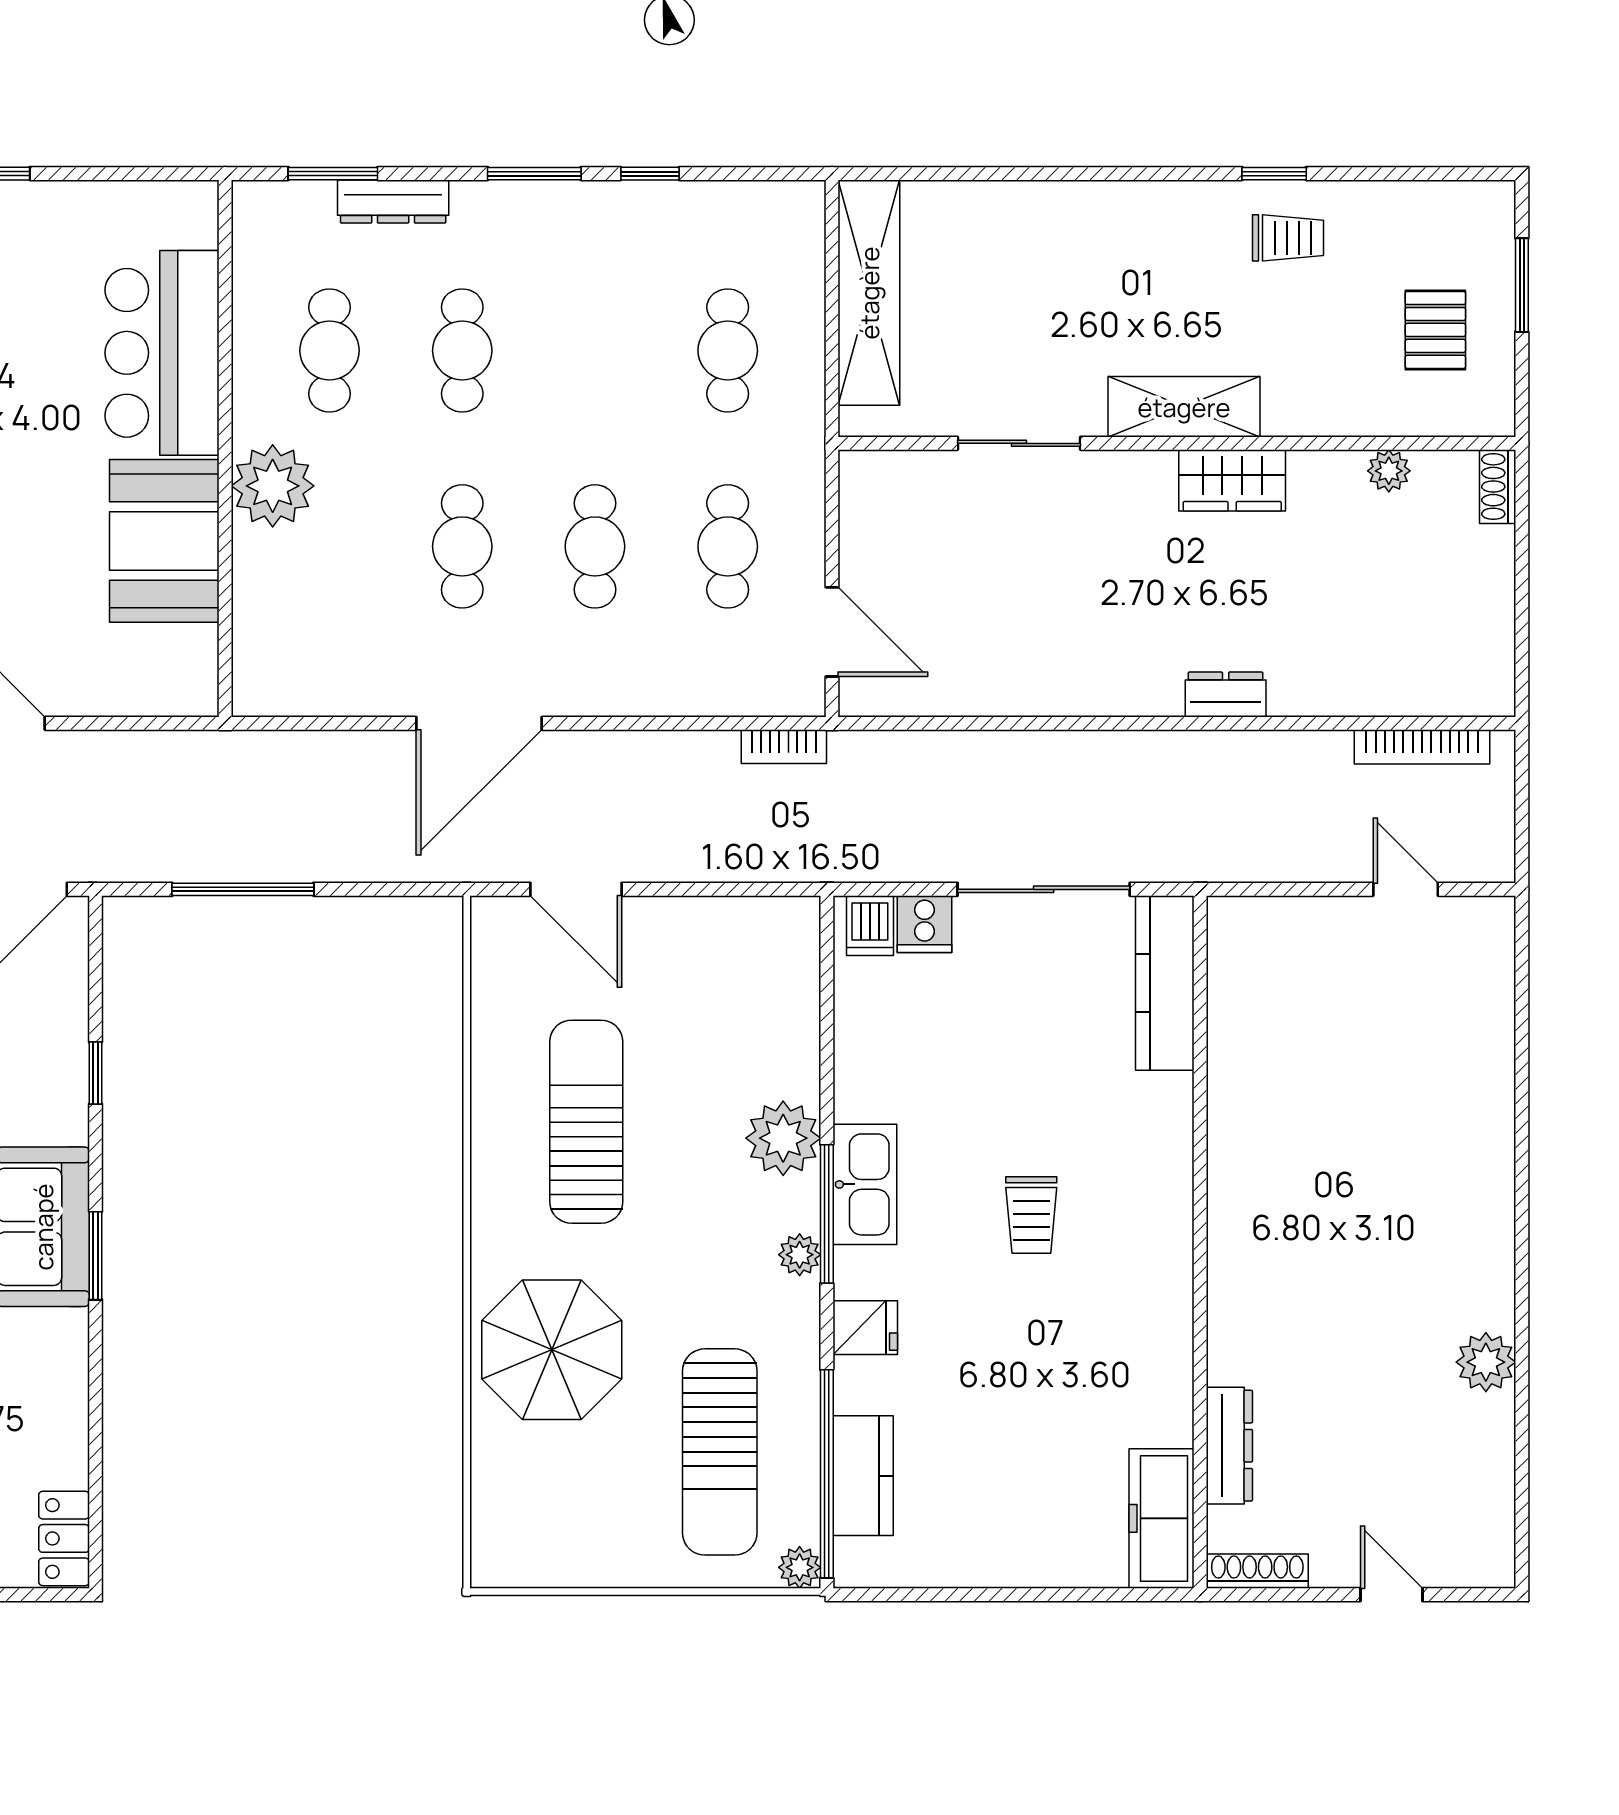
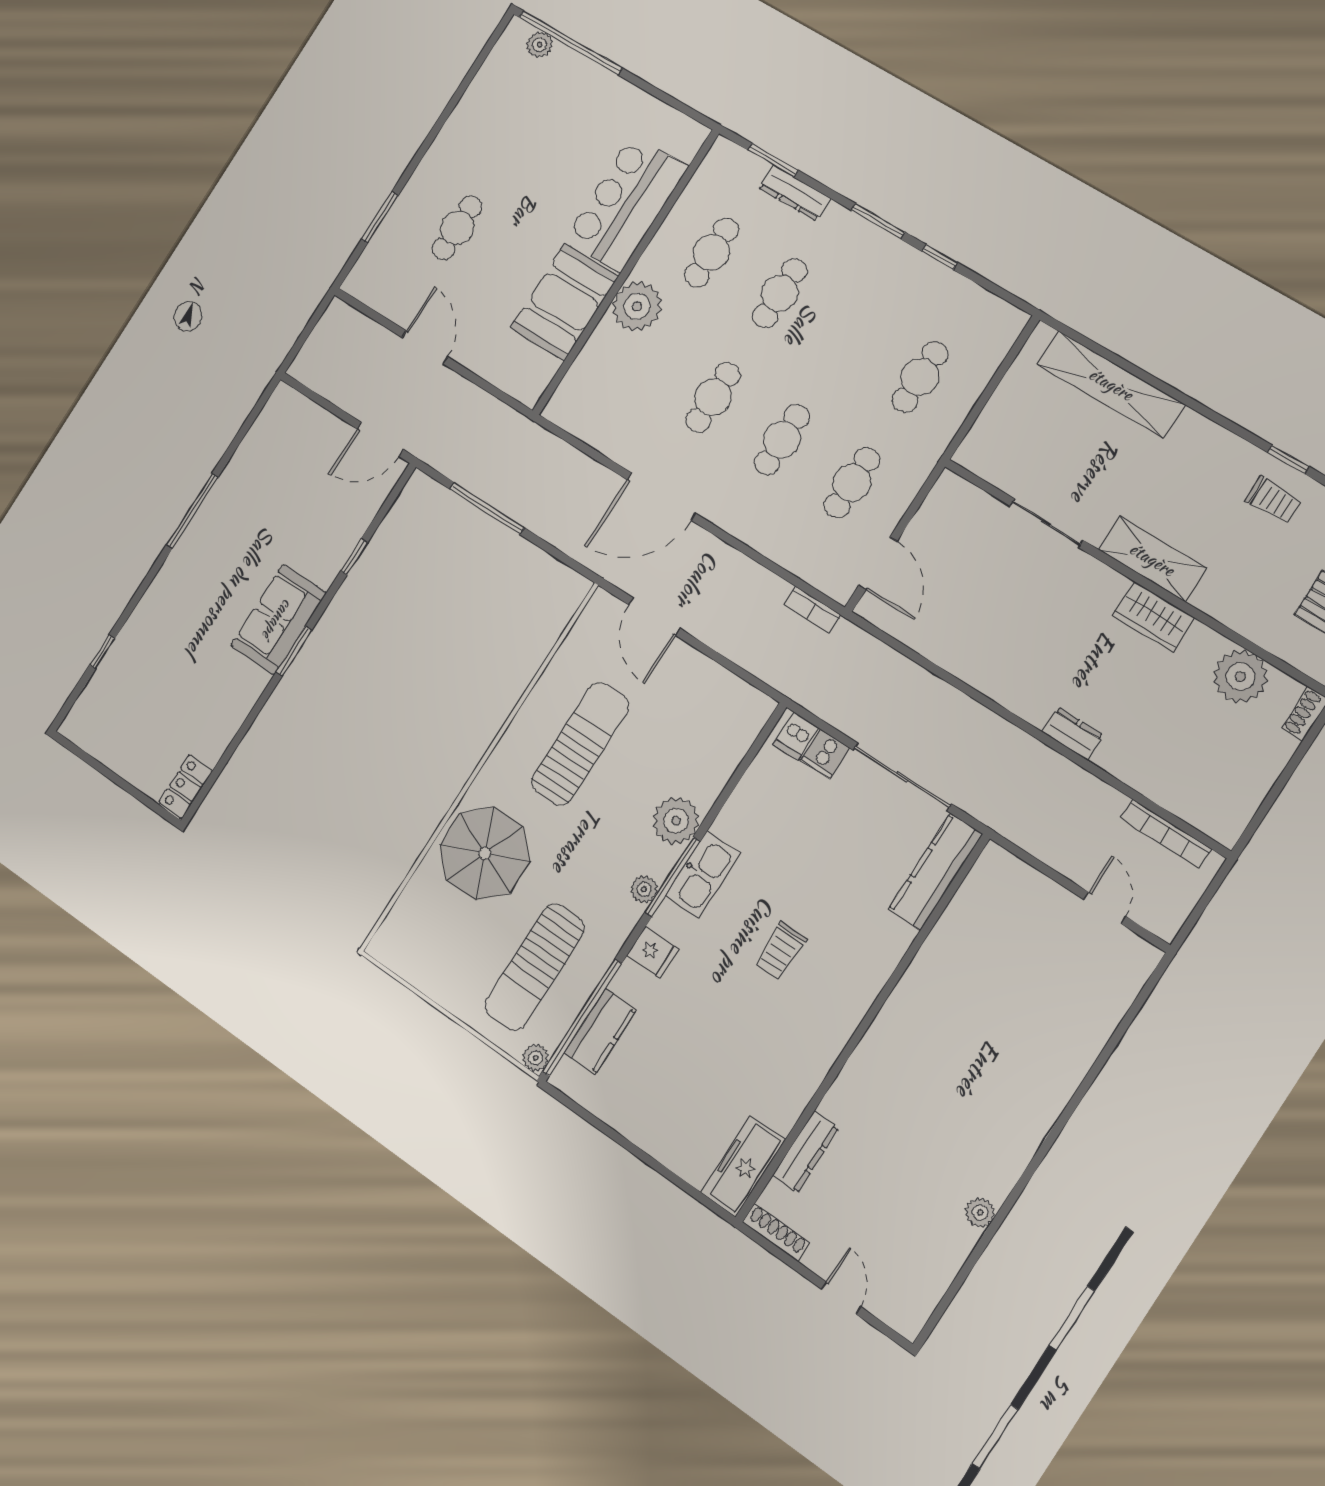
shelving: (869, 293) -> (1111, 384), moved, turned 90
plant: (1389, 471) -> (1240, 677), width x1.87, depth x1.87
plant: (1486, 1362) -> (980, 1212), width x0.73, depth x0.73

